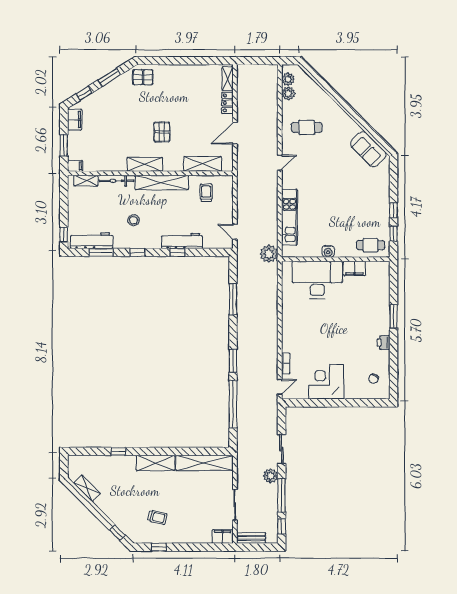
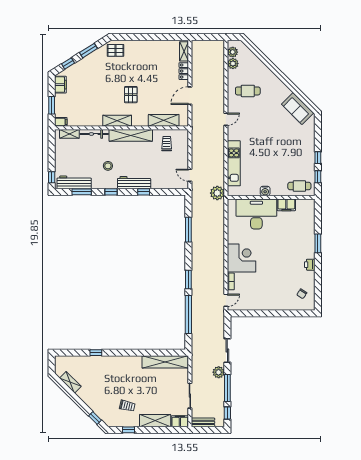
workbench: (182, 241) -> (134, 183), moved
corner desk: (326, 382) -> (242, 258), moved, turned 90
shelving: (156, 463) -> (155, 421), moved

